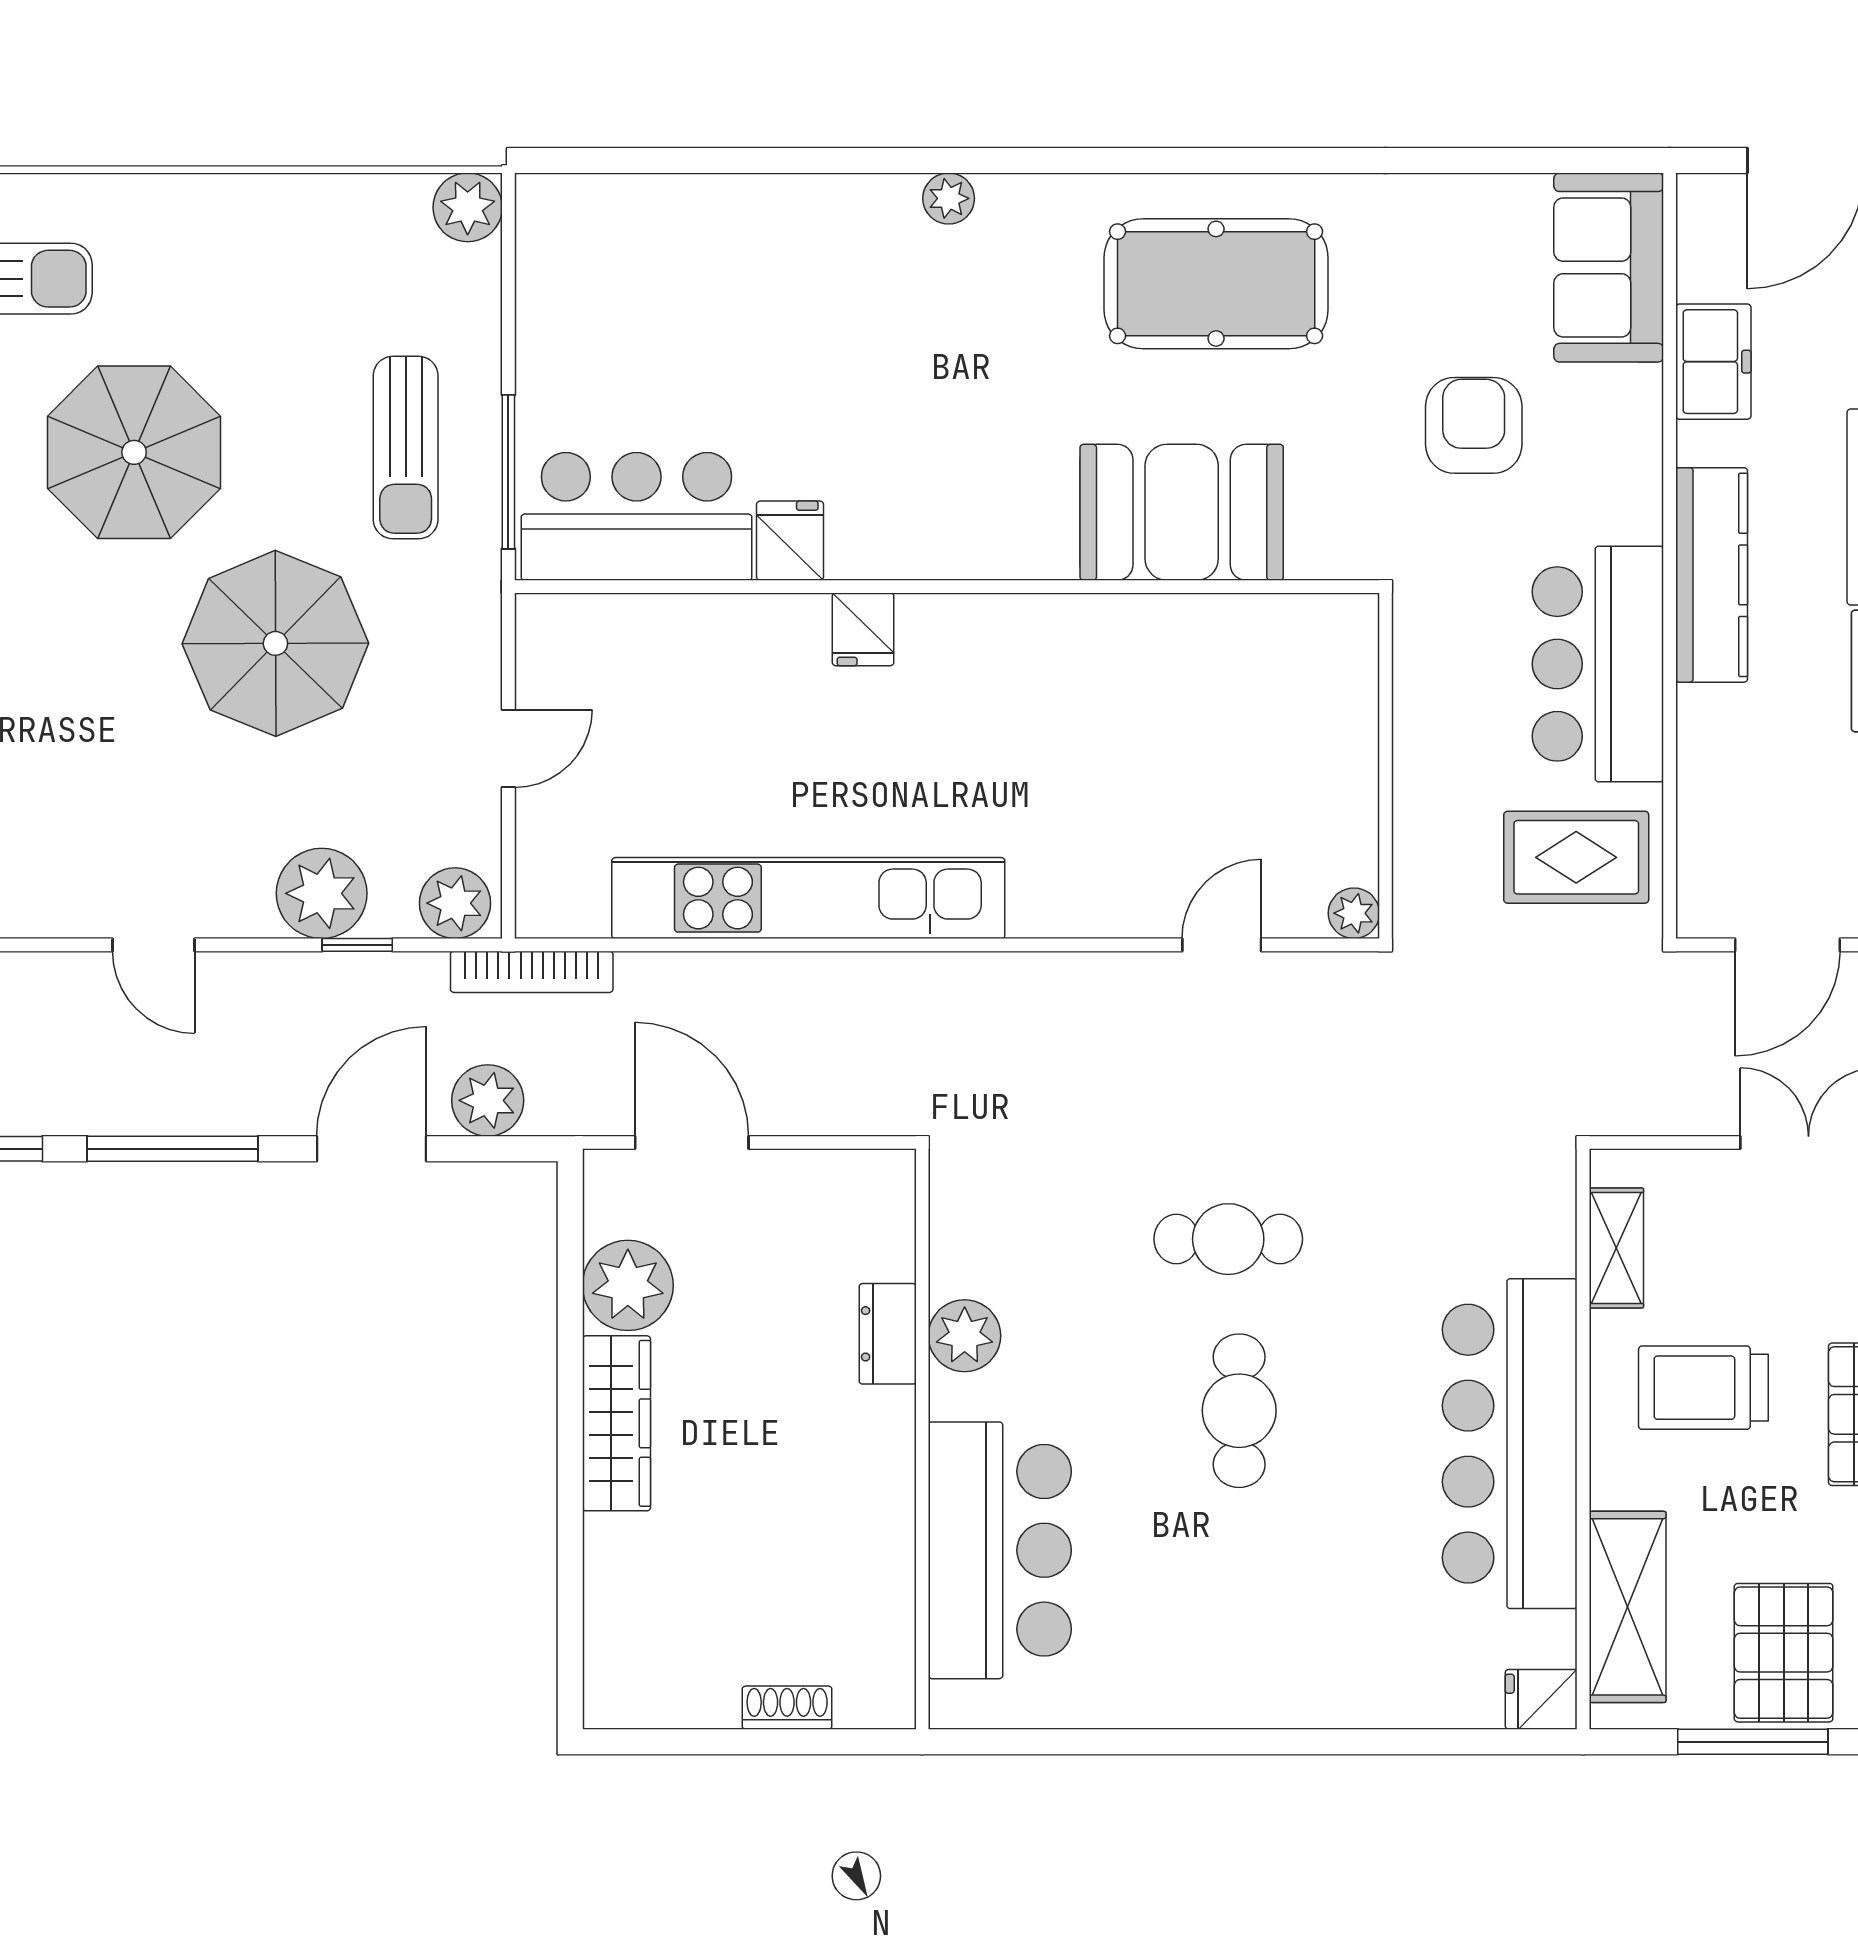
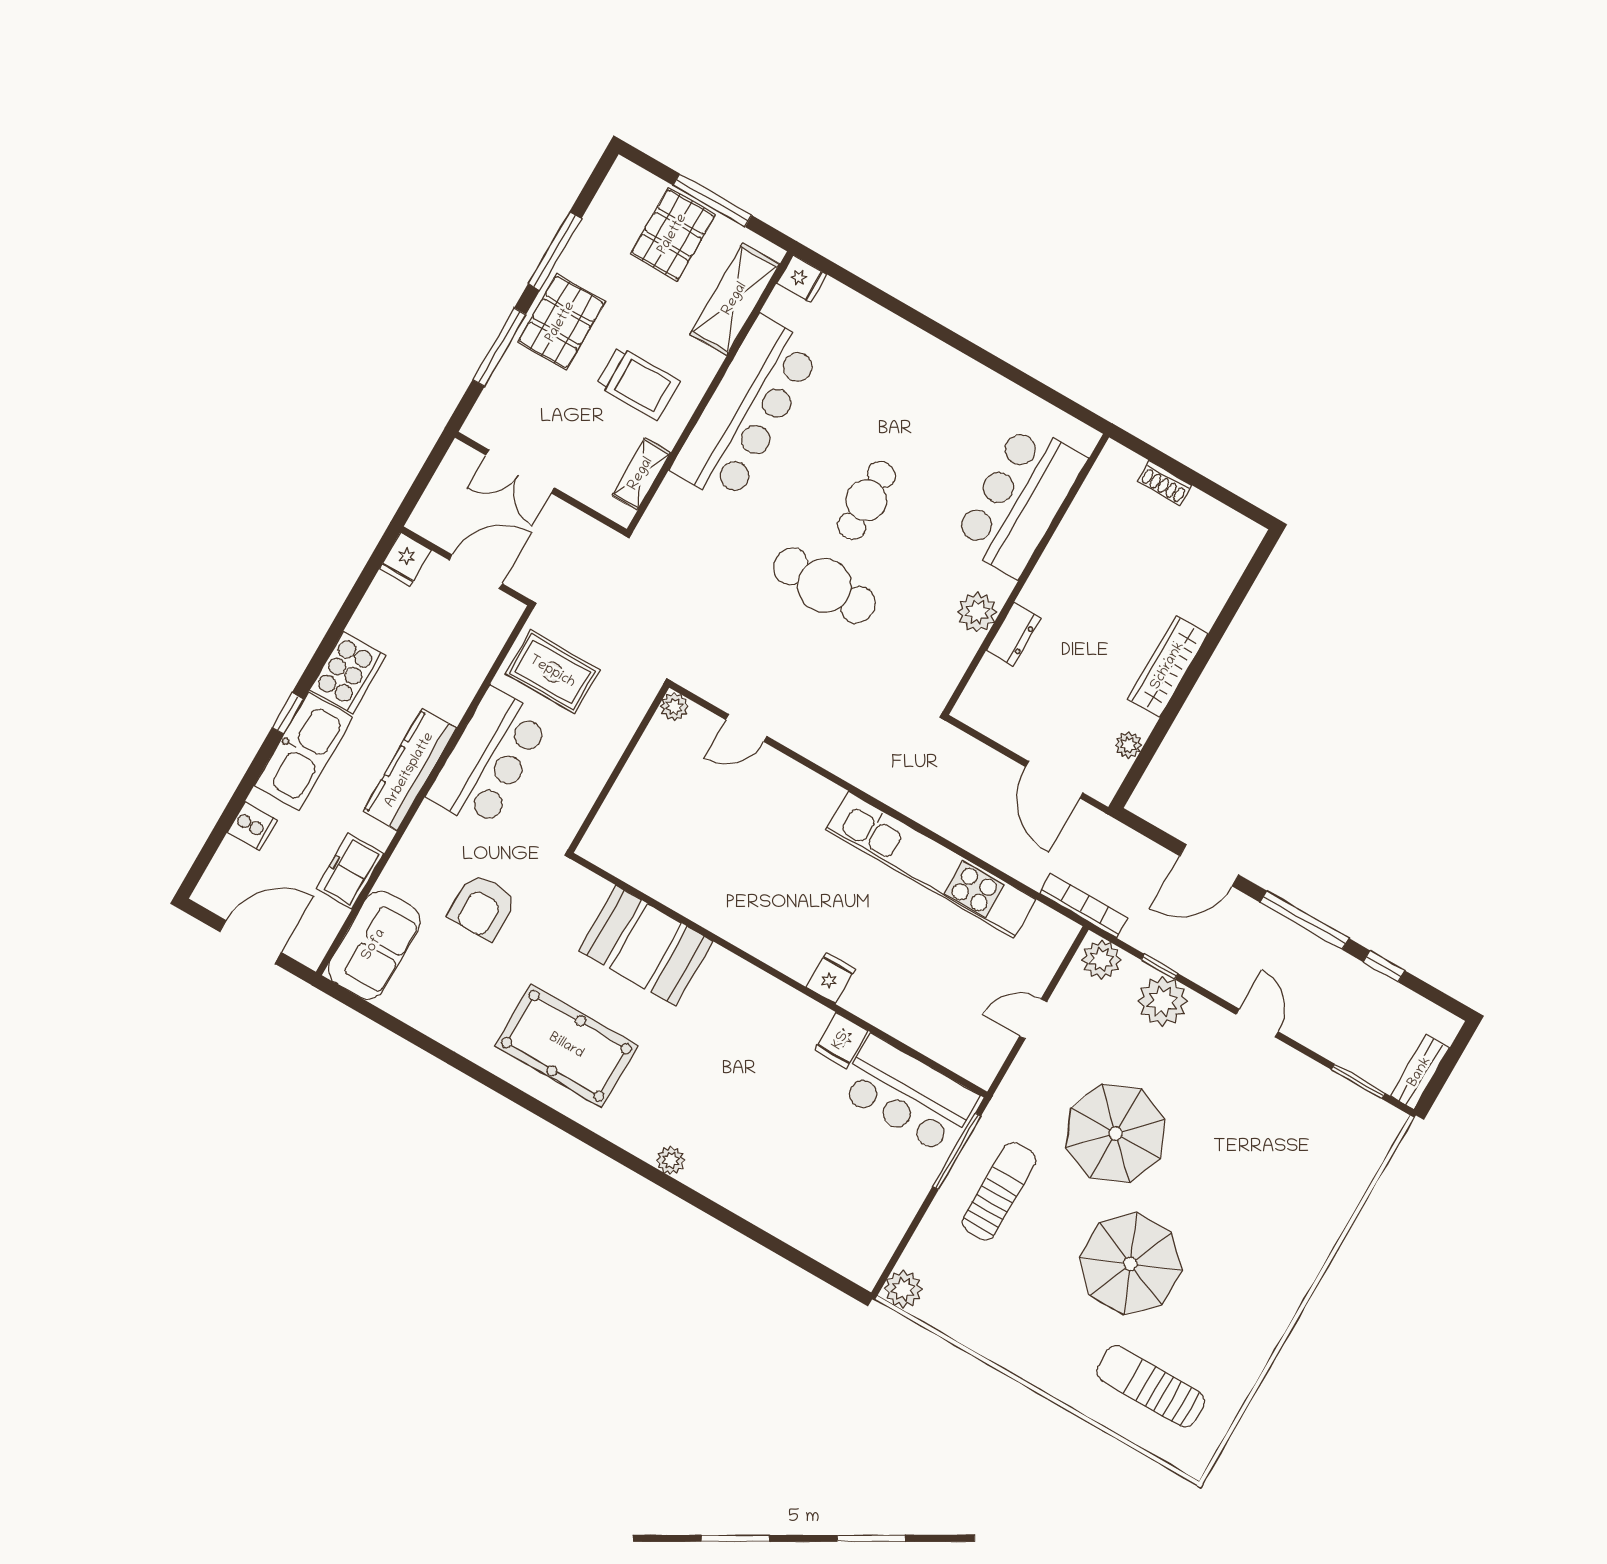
plant: (488, 1100) -> (1140, 856), removed
cafe table: (1228, 1239) -> (824, 586), width x1.37, depth x1.35
plant: (628, 1285) -> (1129, 745), width x0.53, depth x0.53

